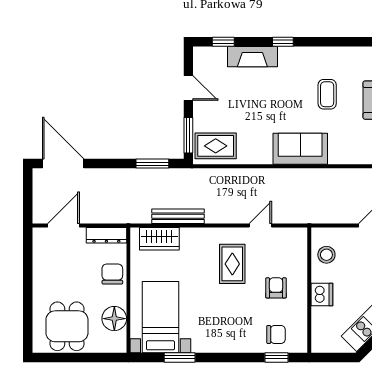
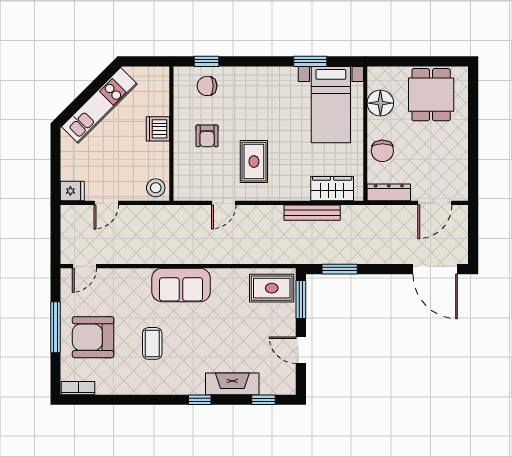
stool: (326, 255) -> (156, 188), moved

